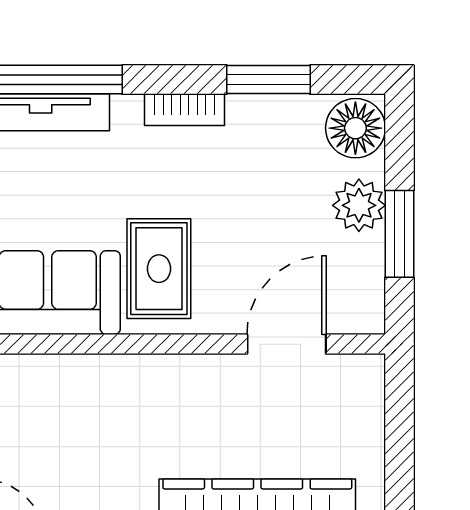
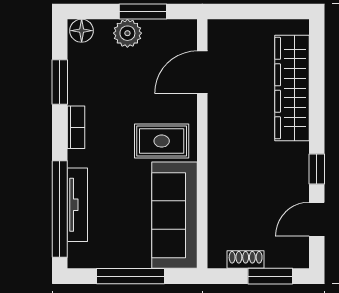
floor lamp: (355, 128) -> (82, 31), width x0.73, depth x0.73
door: (287, 344) -> (202, 72), hinge flipped

